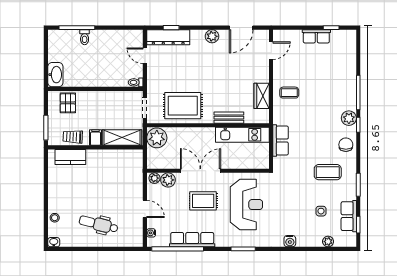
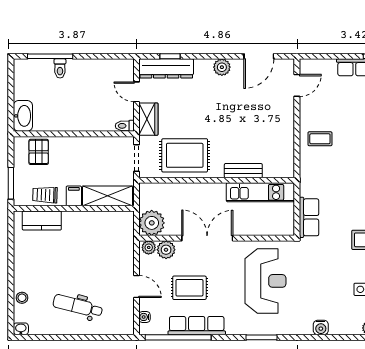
wardrobe: (262, 96) -> (148, 119), moved, turned 180
plant: (157, 138) -> (152, 223), moved
row of seats: (281, 141) -> (309, 217), moved
rug: (203, 201) -> (189, 288), moved

